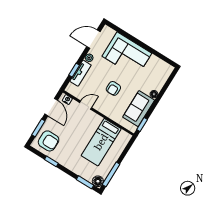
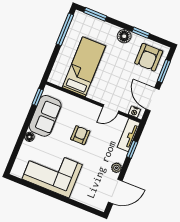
corner sofa: (127, 55) -> (52, 172), moved
tv unit: (81, 73) -> (129, 135), moved
armchair: (49, 141) -> (149, 57), turned -90
floor lamp: (98, 181) -> (124, 36), moved

